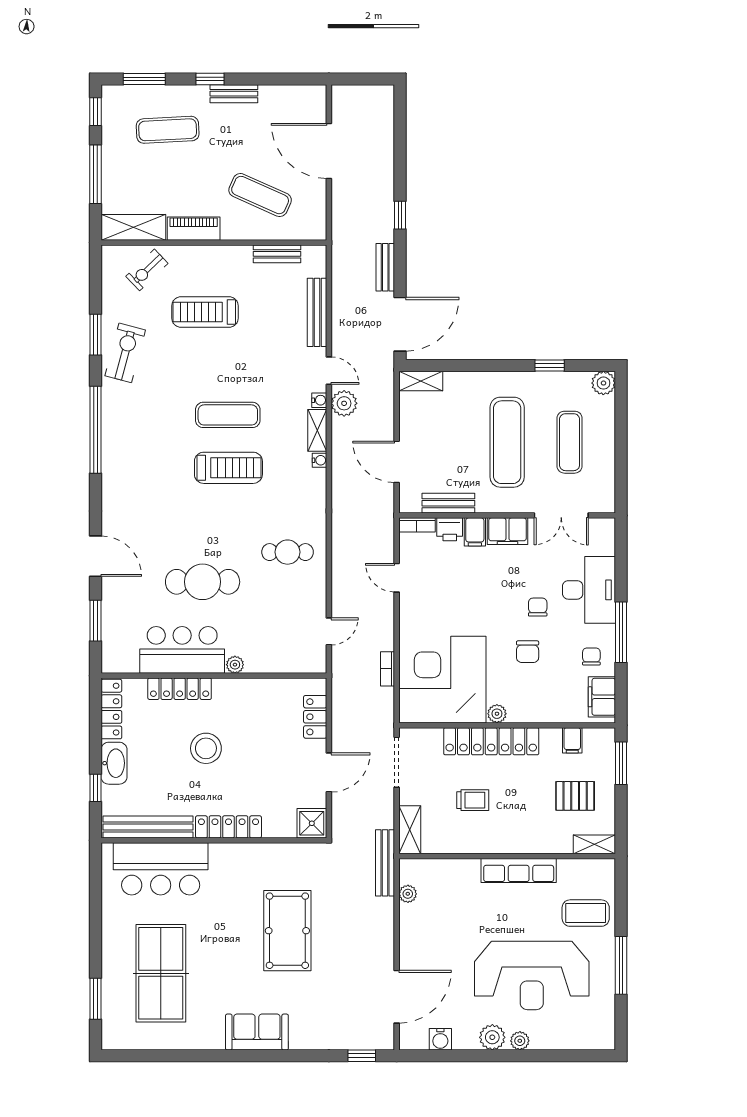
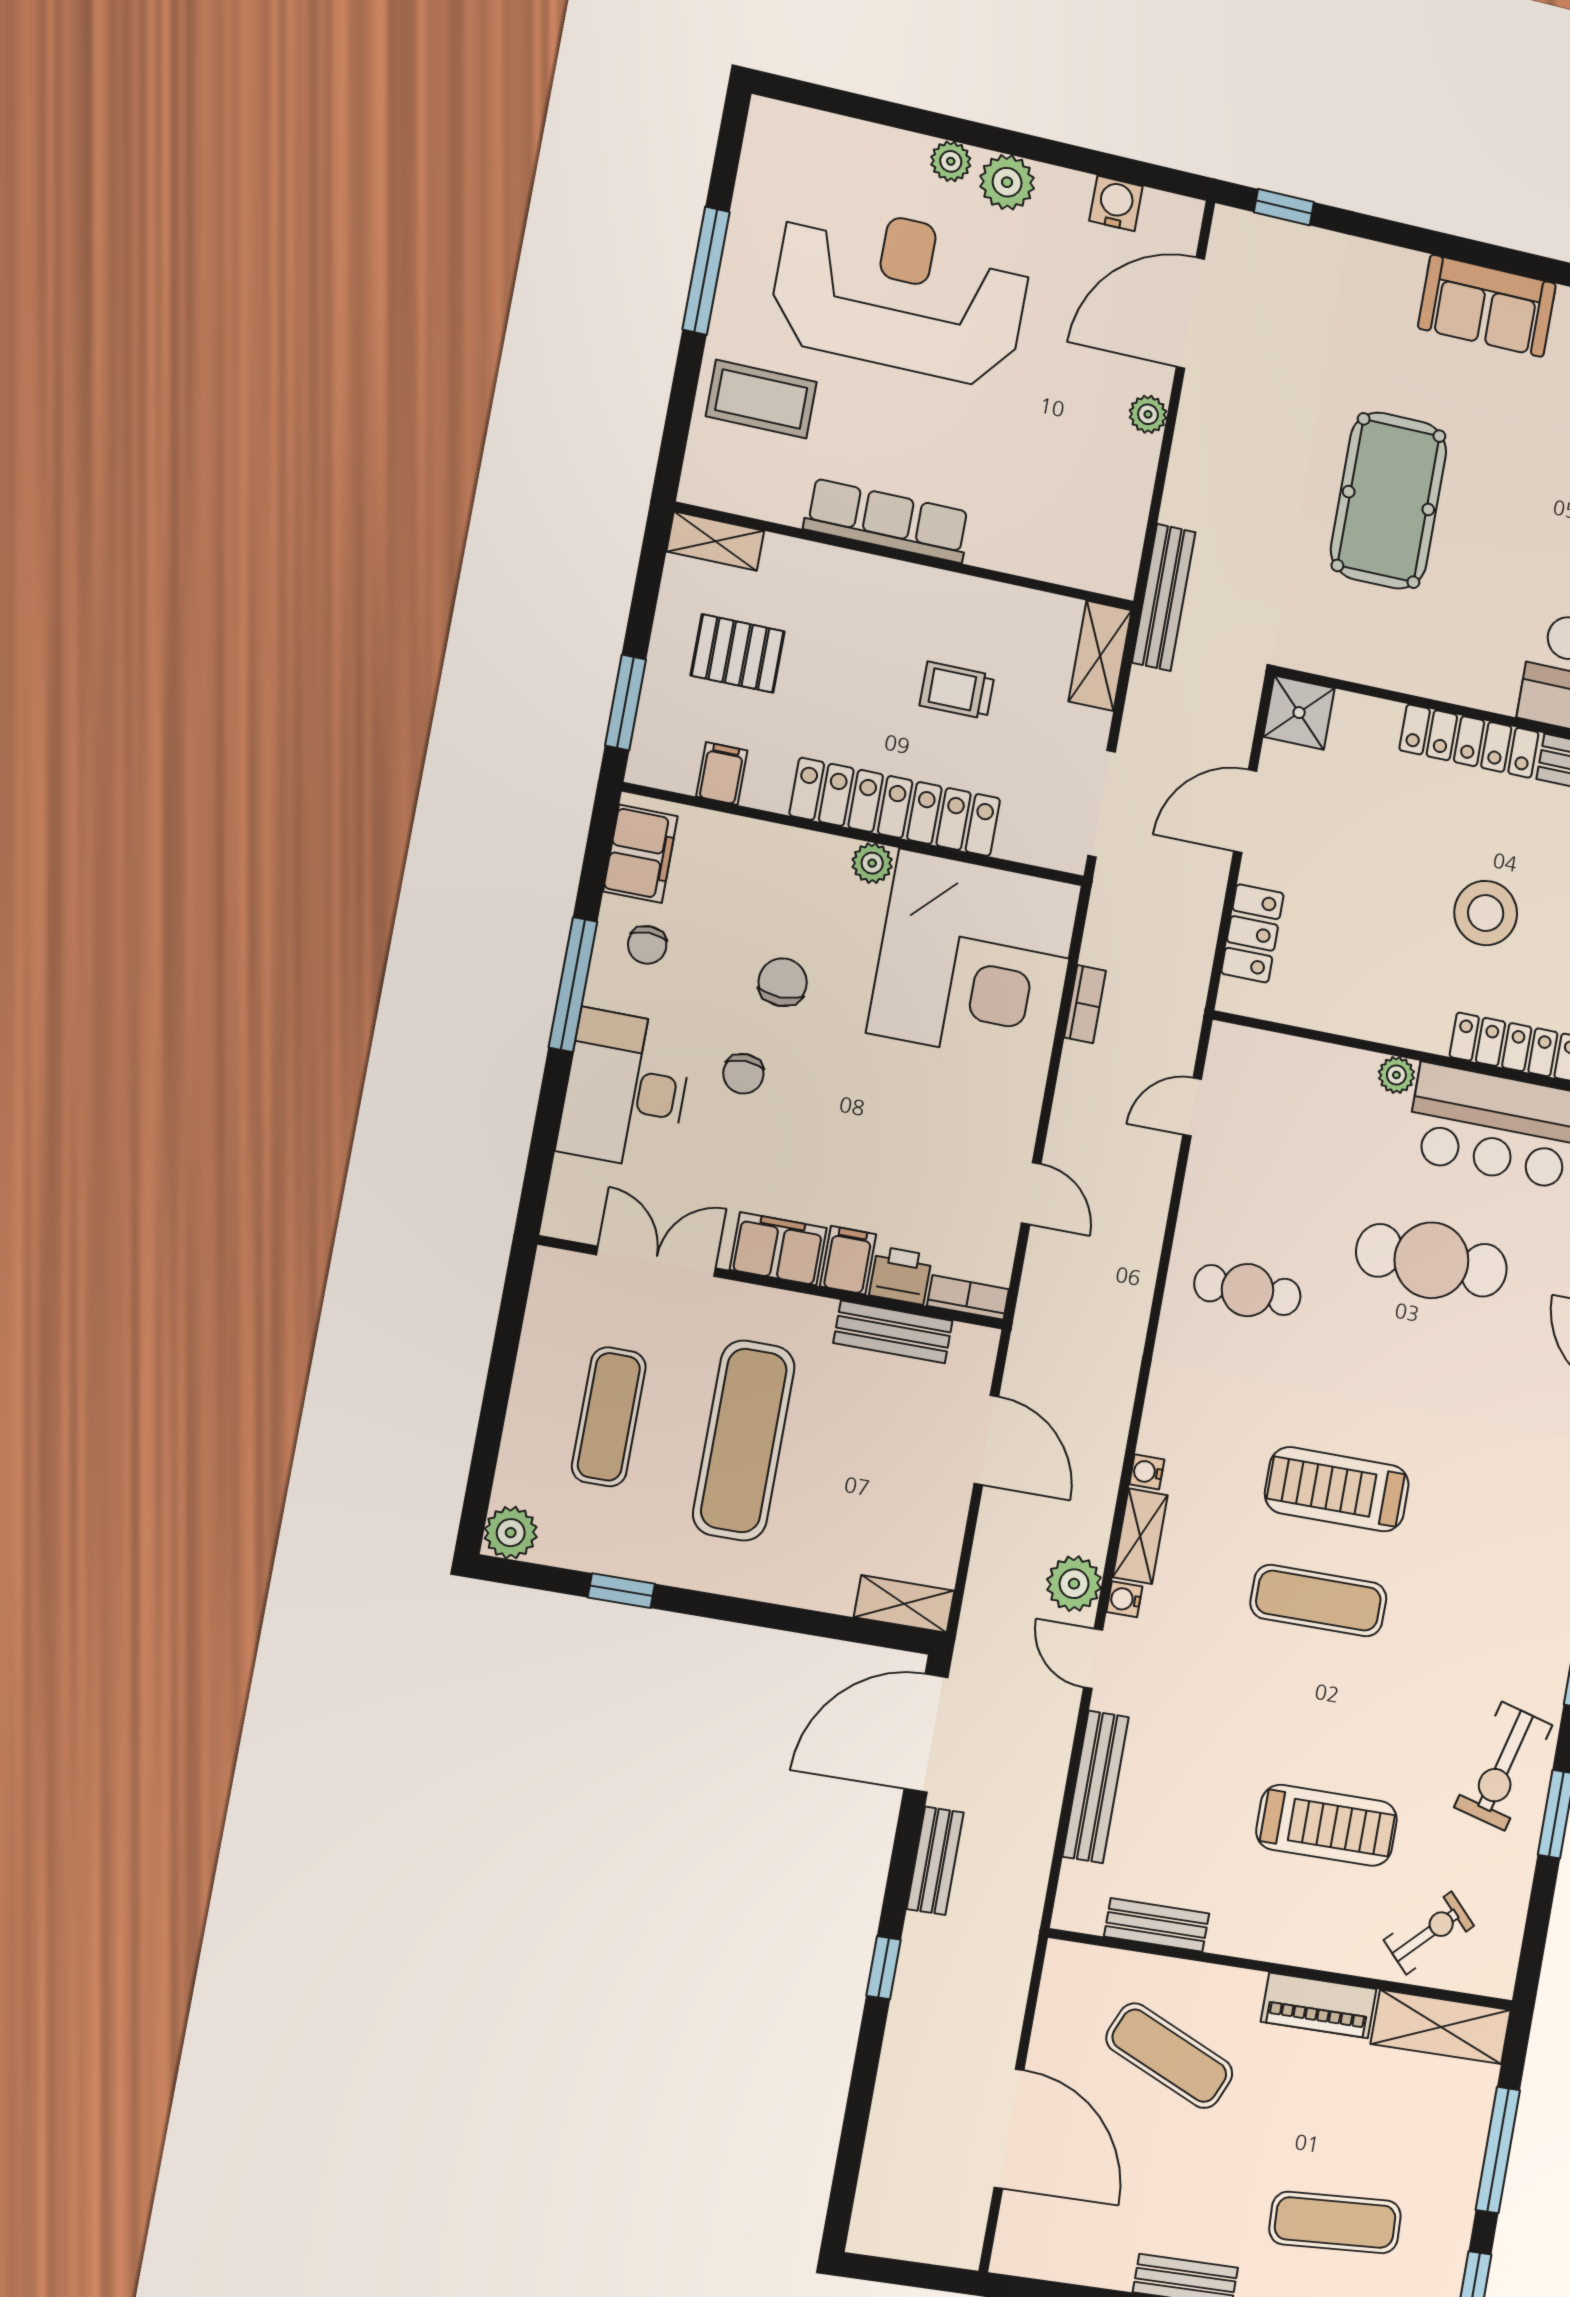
plant: (408, 894) -> (1148, 414), moved

